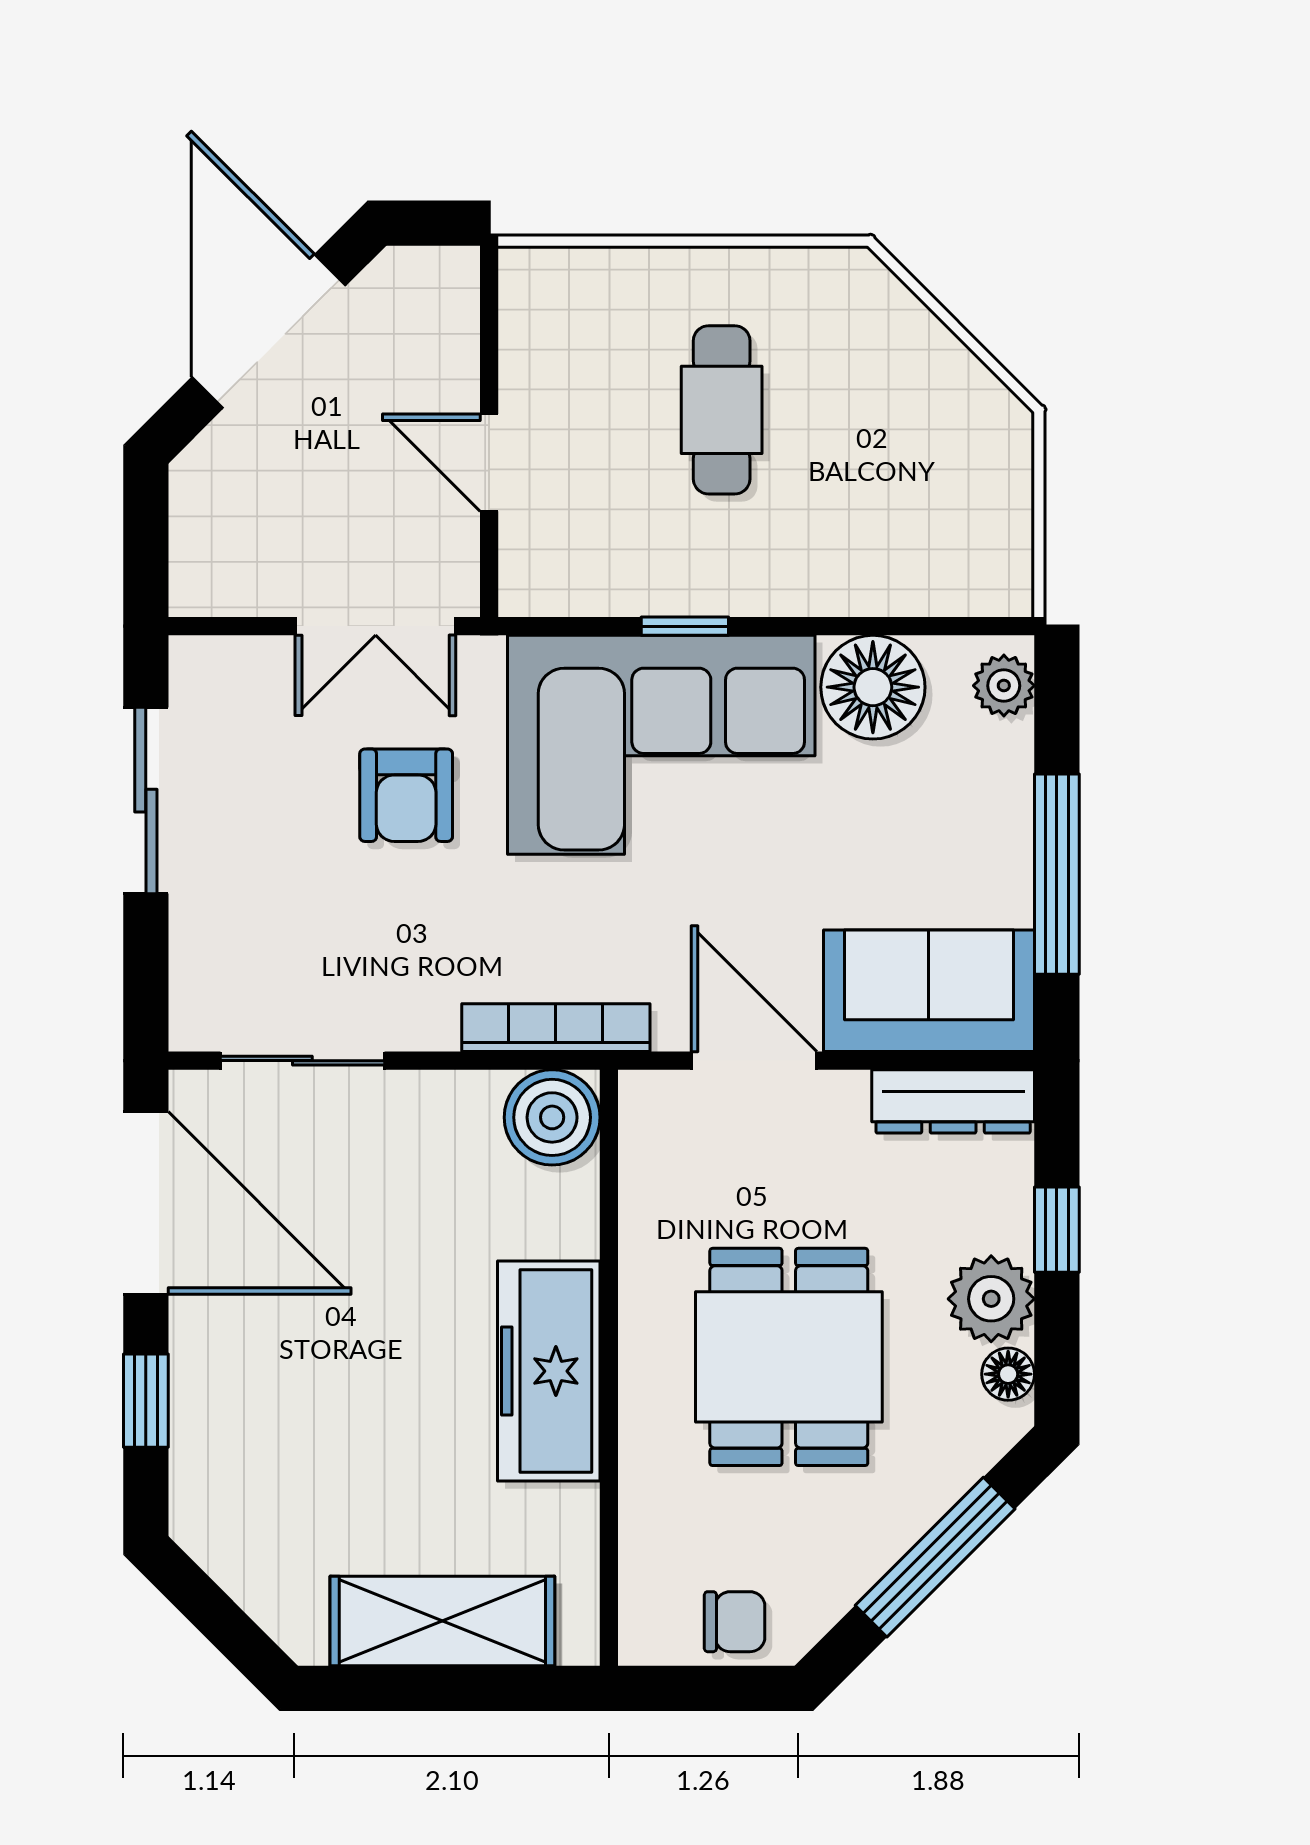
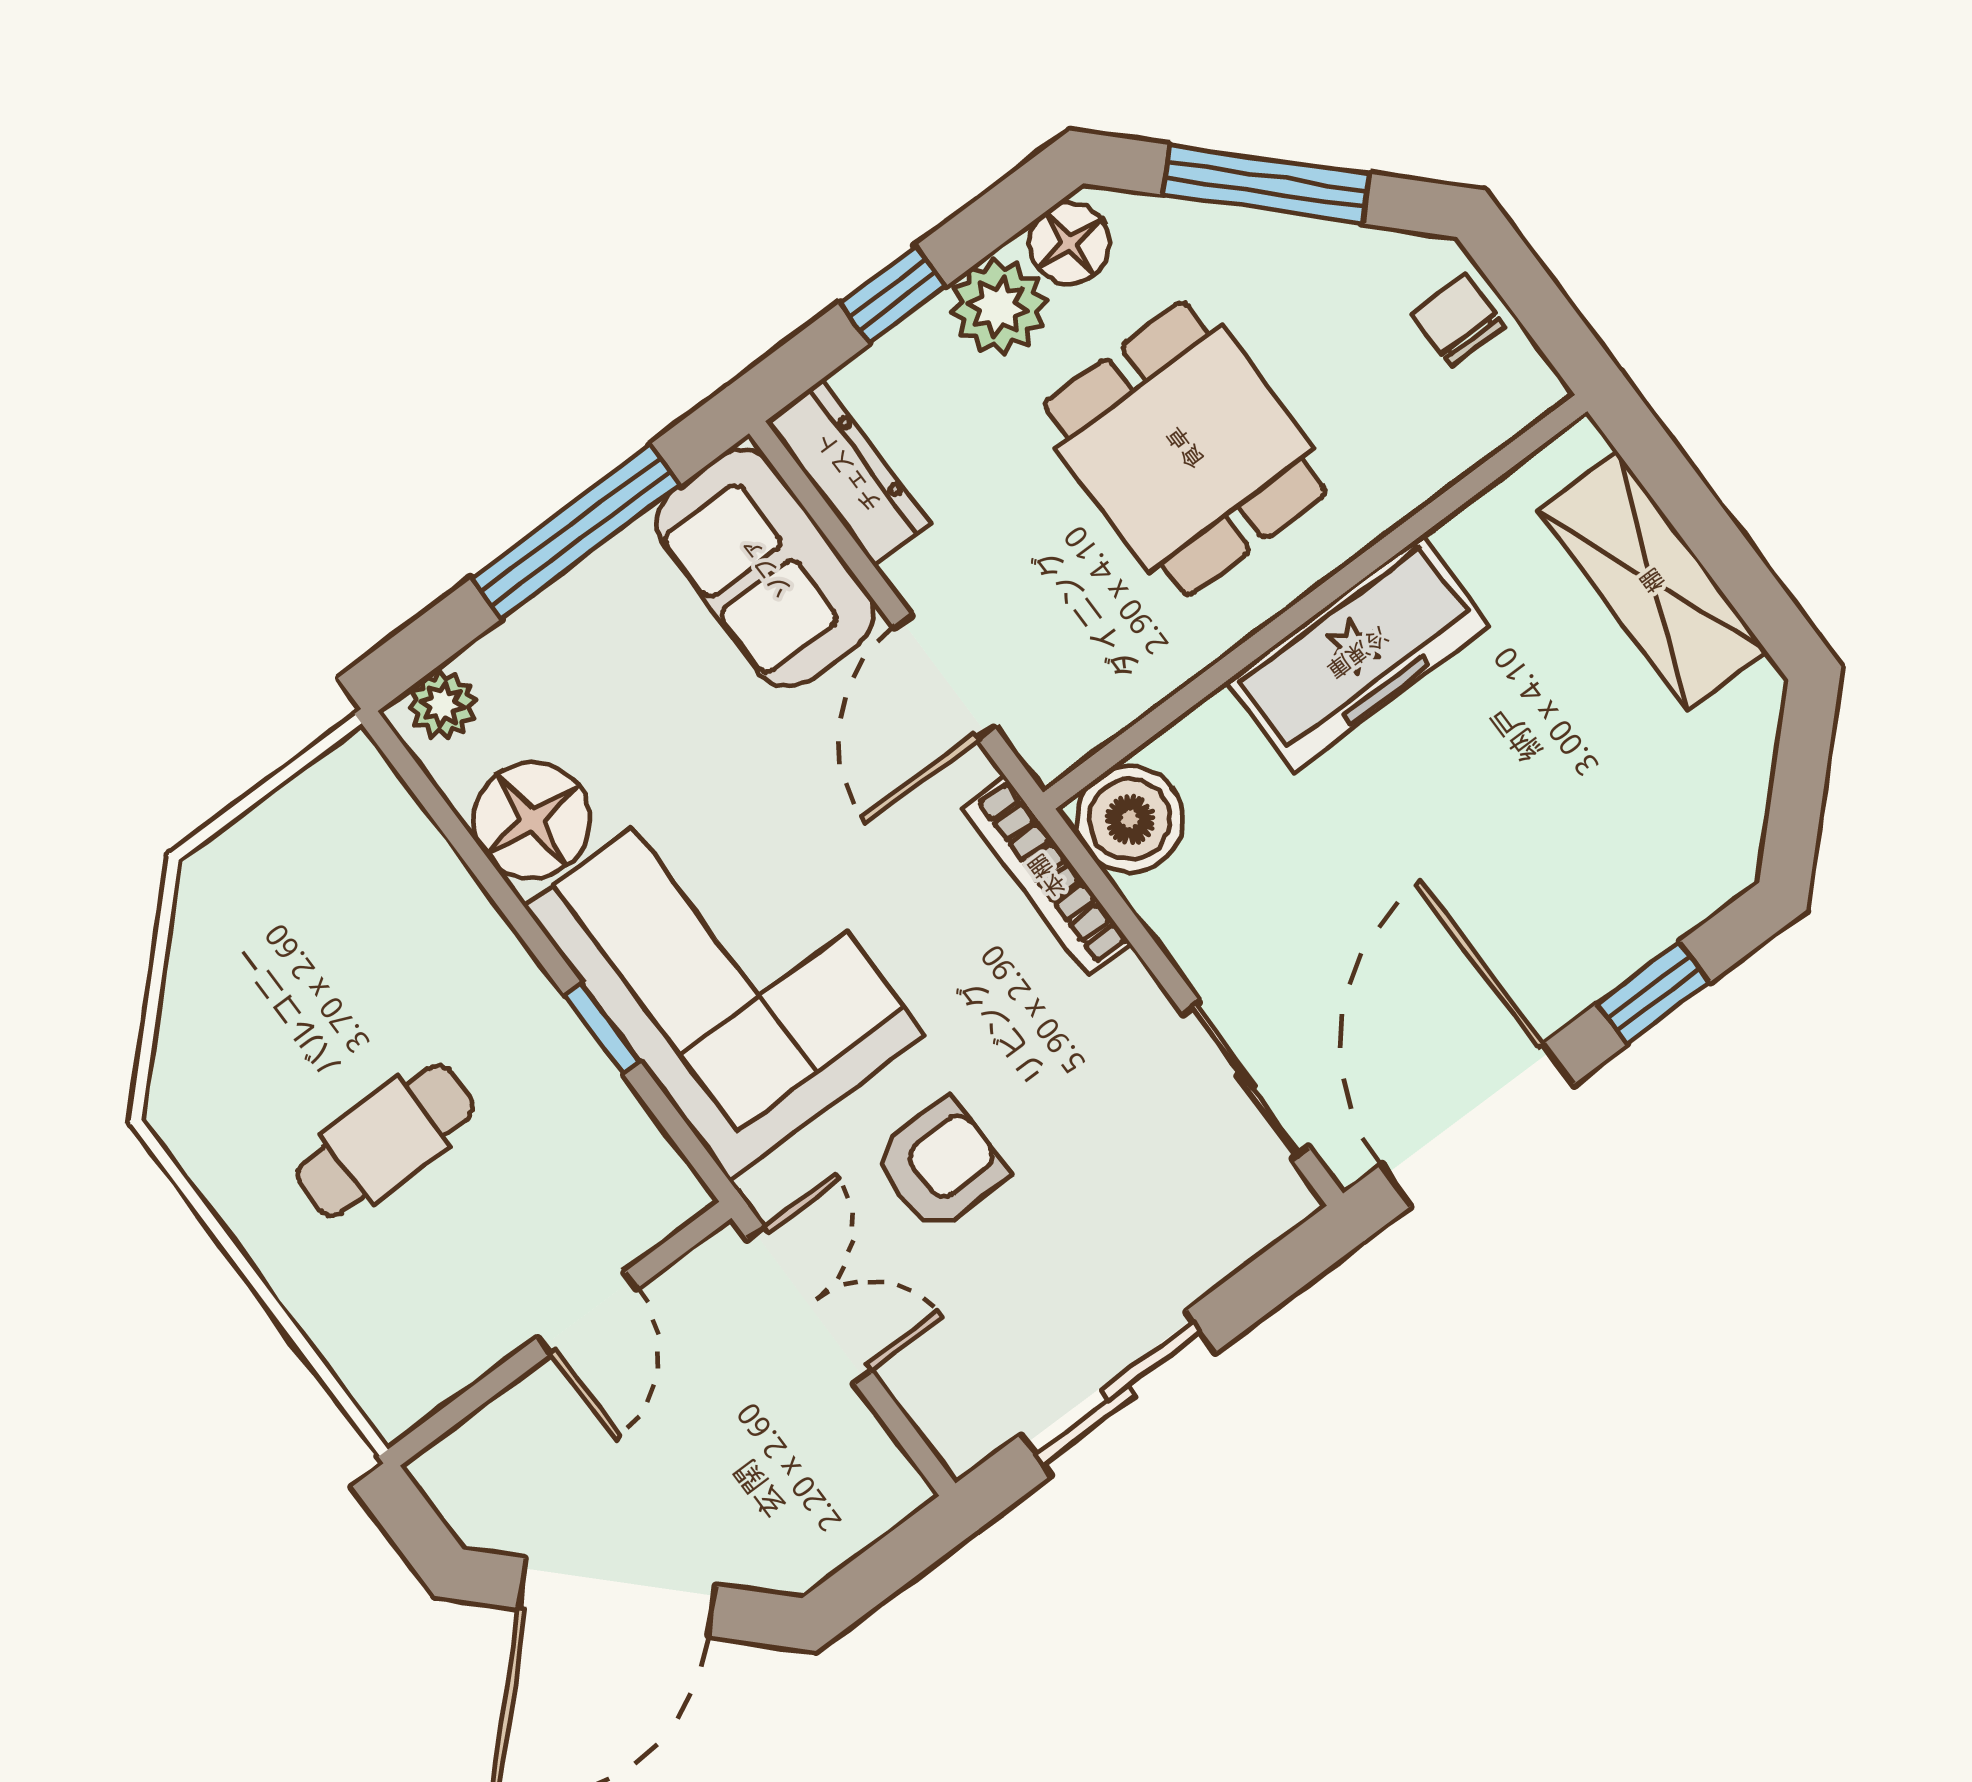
dining table: (789, 1357) -> (1185, 448), turned 90
floor lamp: (1008, 1374) -> (1070, 243), width x1.37, depth x1.37

